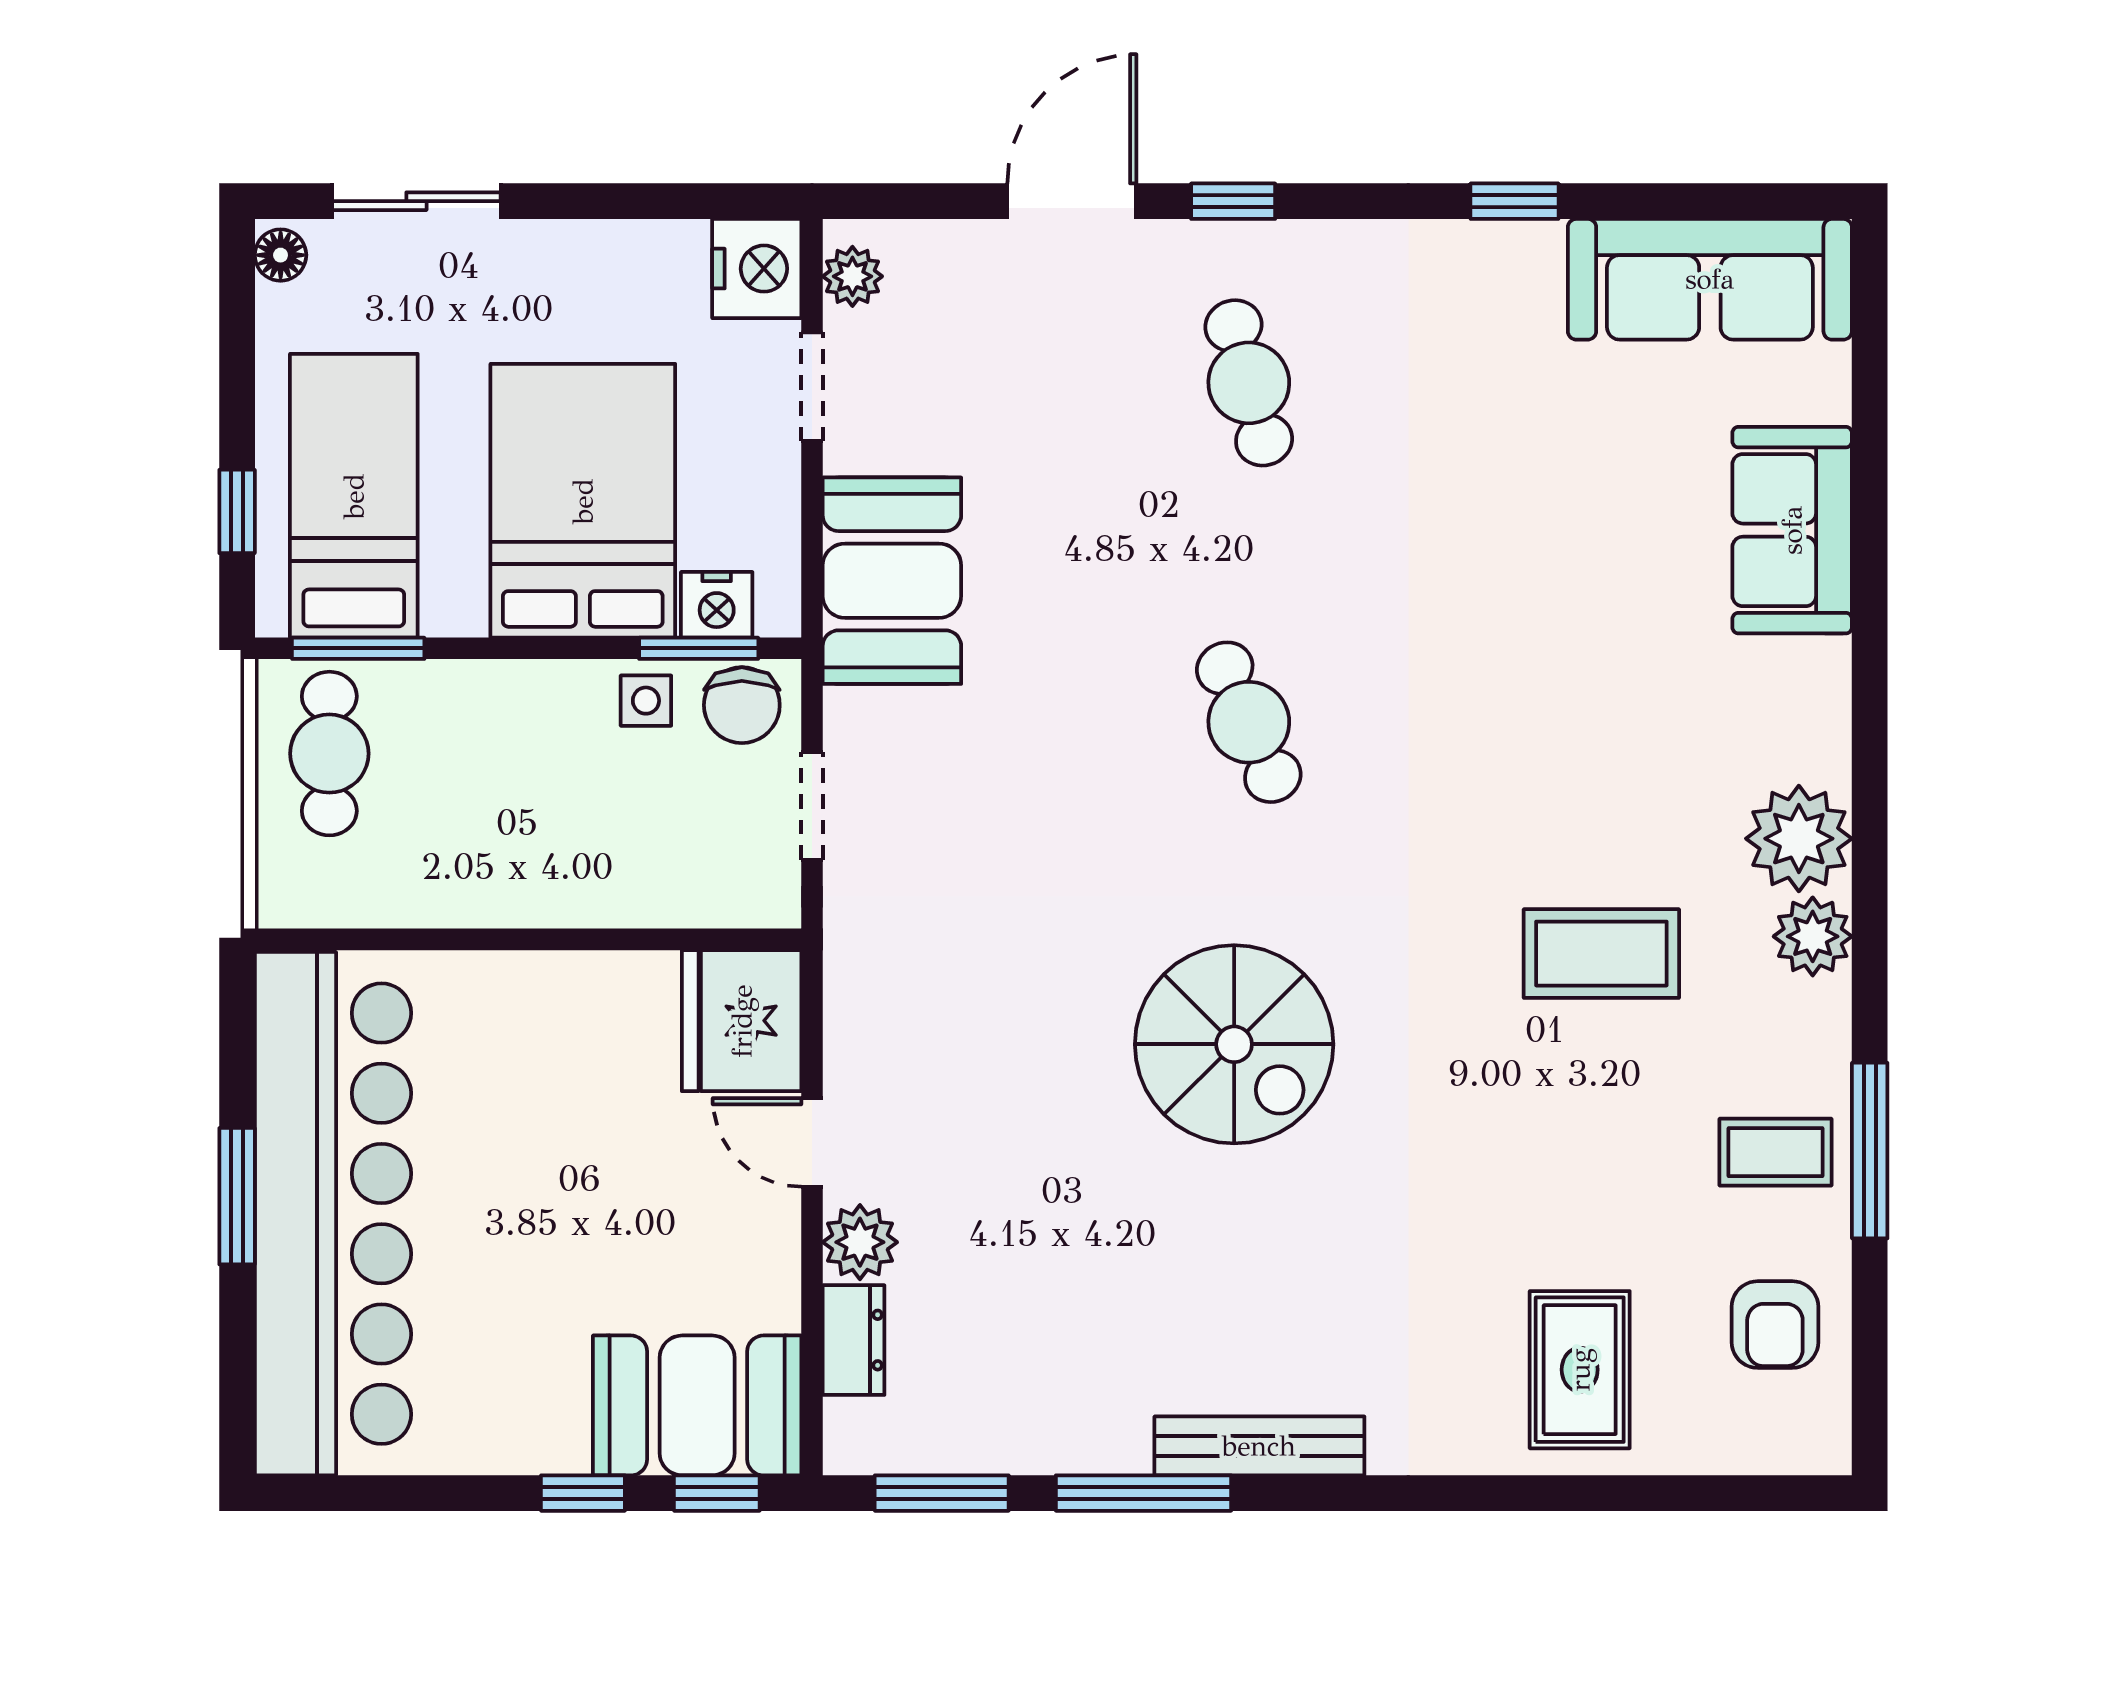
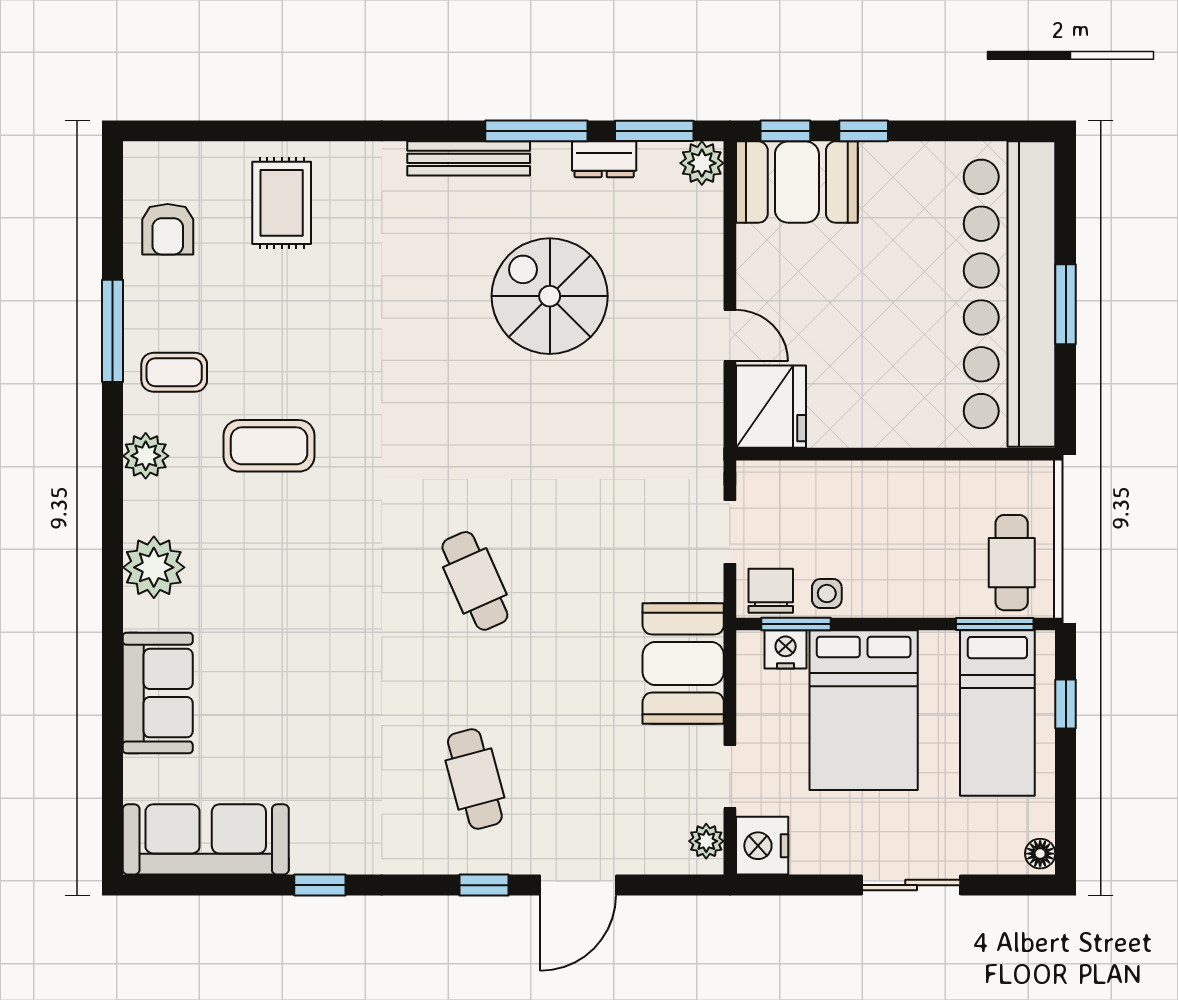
sliding door: (416, 201) -> (911, 885), moved
plant: (1799, 839) -> (154, 567), moved
spiral stairs: (1234, 1044) -> (550, 296), moved
coffee table: (1775, 1152) -> (174, 372), moved
plant: (860, 1242) -> (702, 163), moved
armchair: (1775, 1325) -> (168, 229), turned 180
dresser: (854, 1340) -> (604, 159), moved, turned -90

